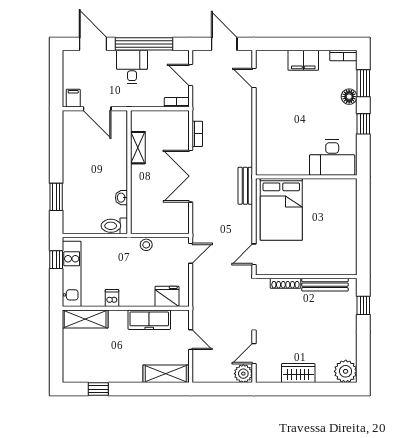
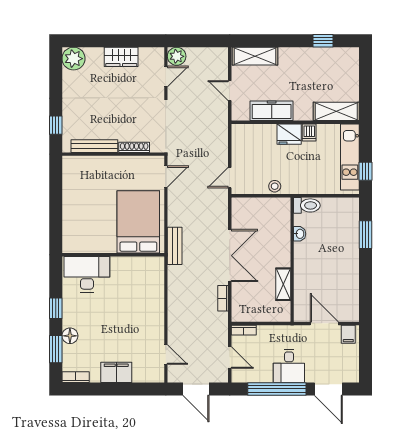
fridge: (167, 296) -> (289, 134), moved

